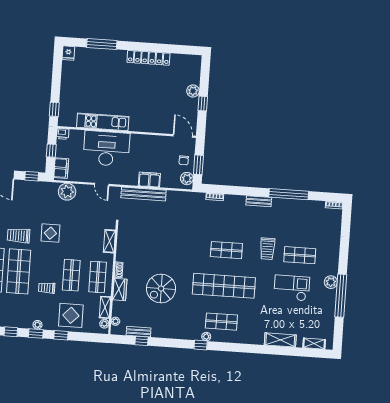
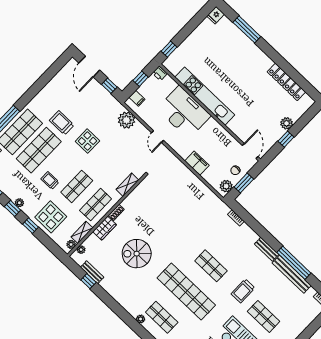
locker: (148, 58) -> (286, 82), moved
kitchen unit: (103, 122) -> (205, 96), width x1.36
filing cabinet: (61, 168) -> (137, 98), width x0.50
bench: (144, 194) -> (292, 274), moved
window: (201, 345) -> (131, 322), removed

